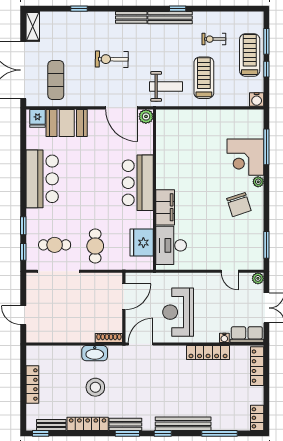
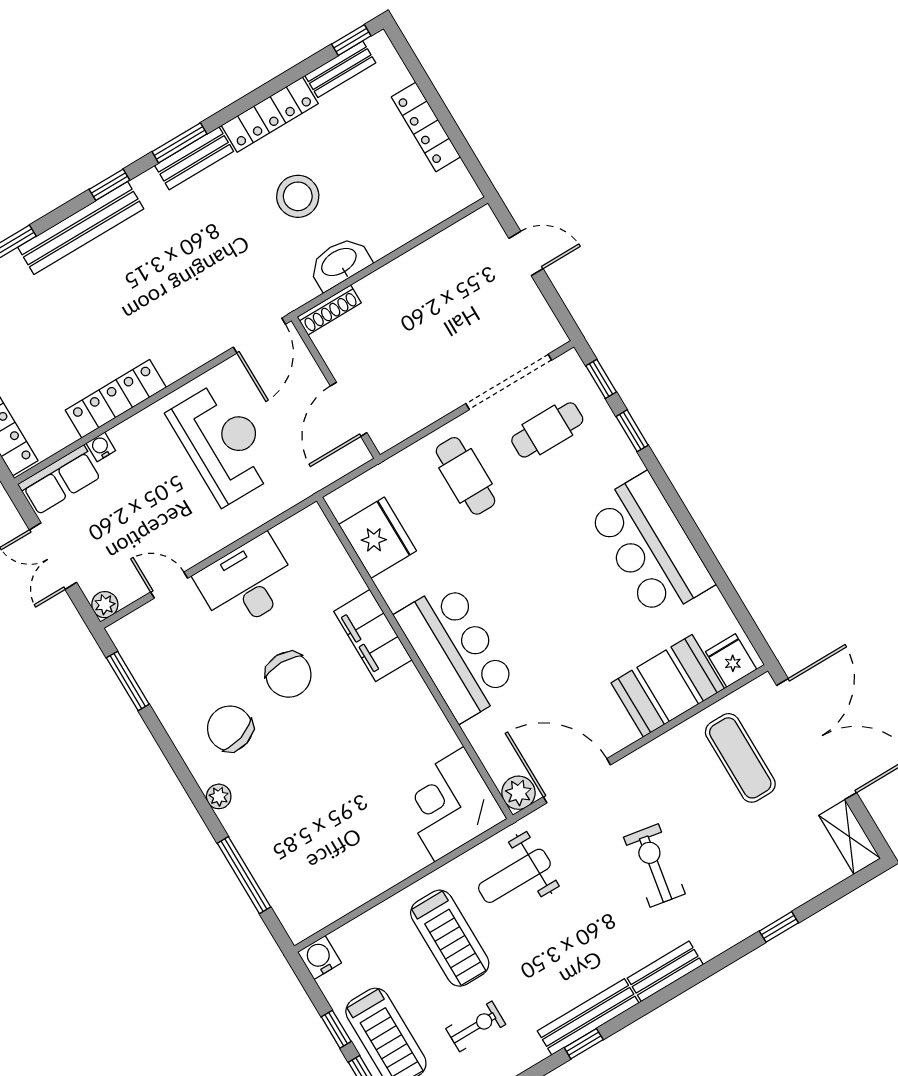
exercise bike: (112, 59) -> (654, 865), turned -81
corner desk: (245, 157) -> (449, 804), moved, turned -90
chair: (205, 211) -> (288, 675), added
desk: (171, 245) -> (247, 583), moved, turned -90

